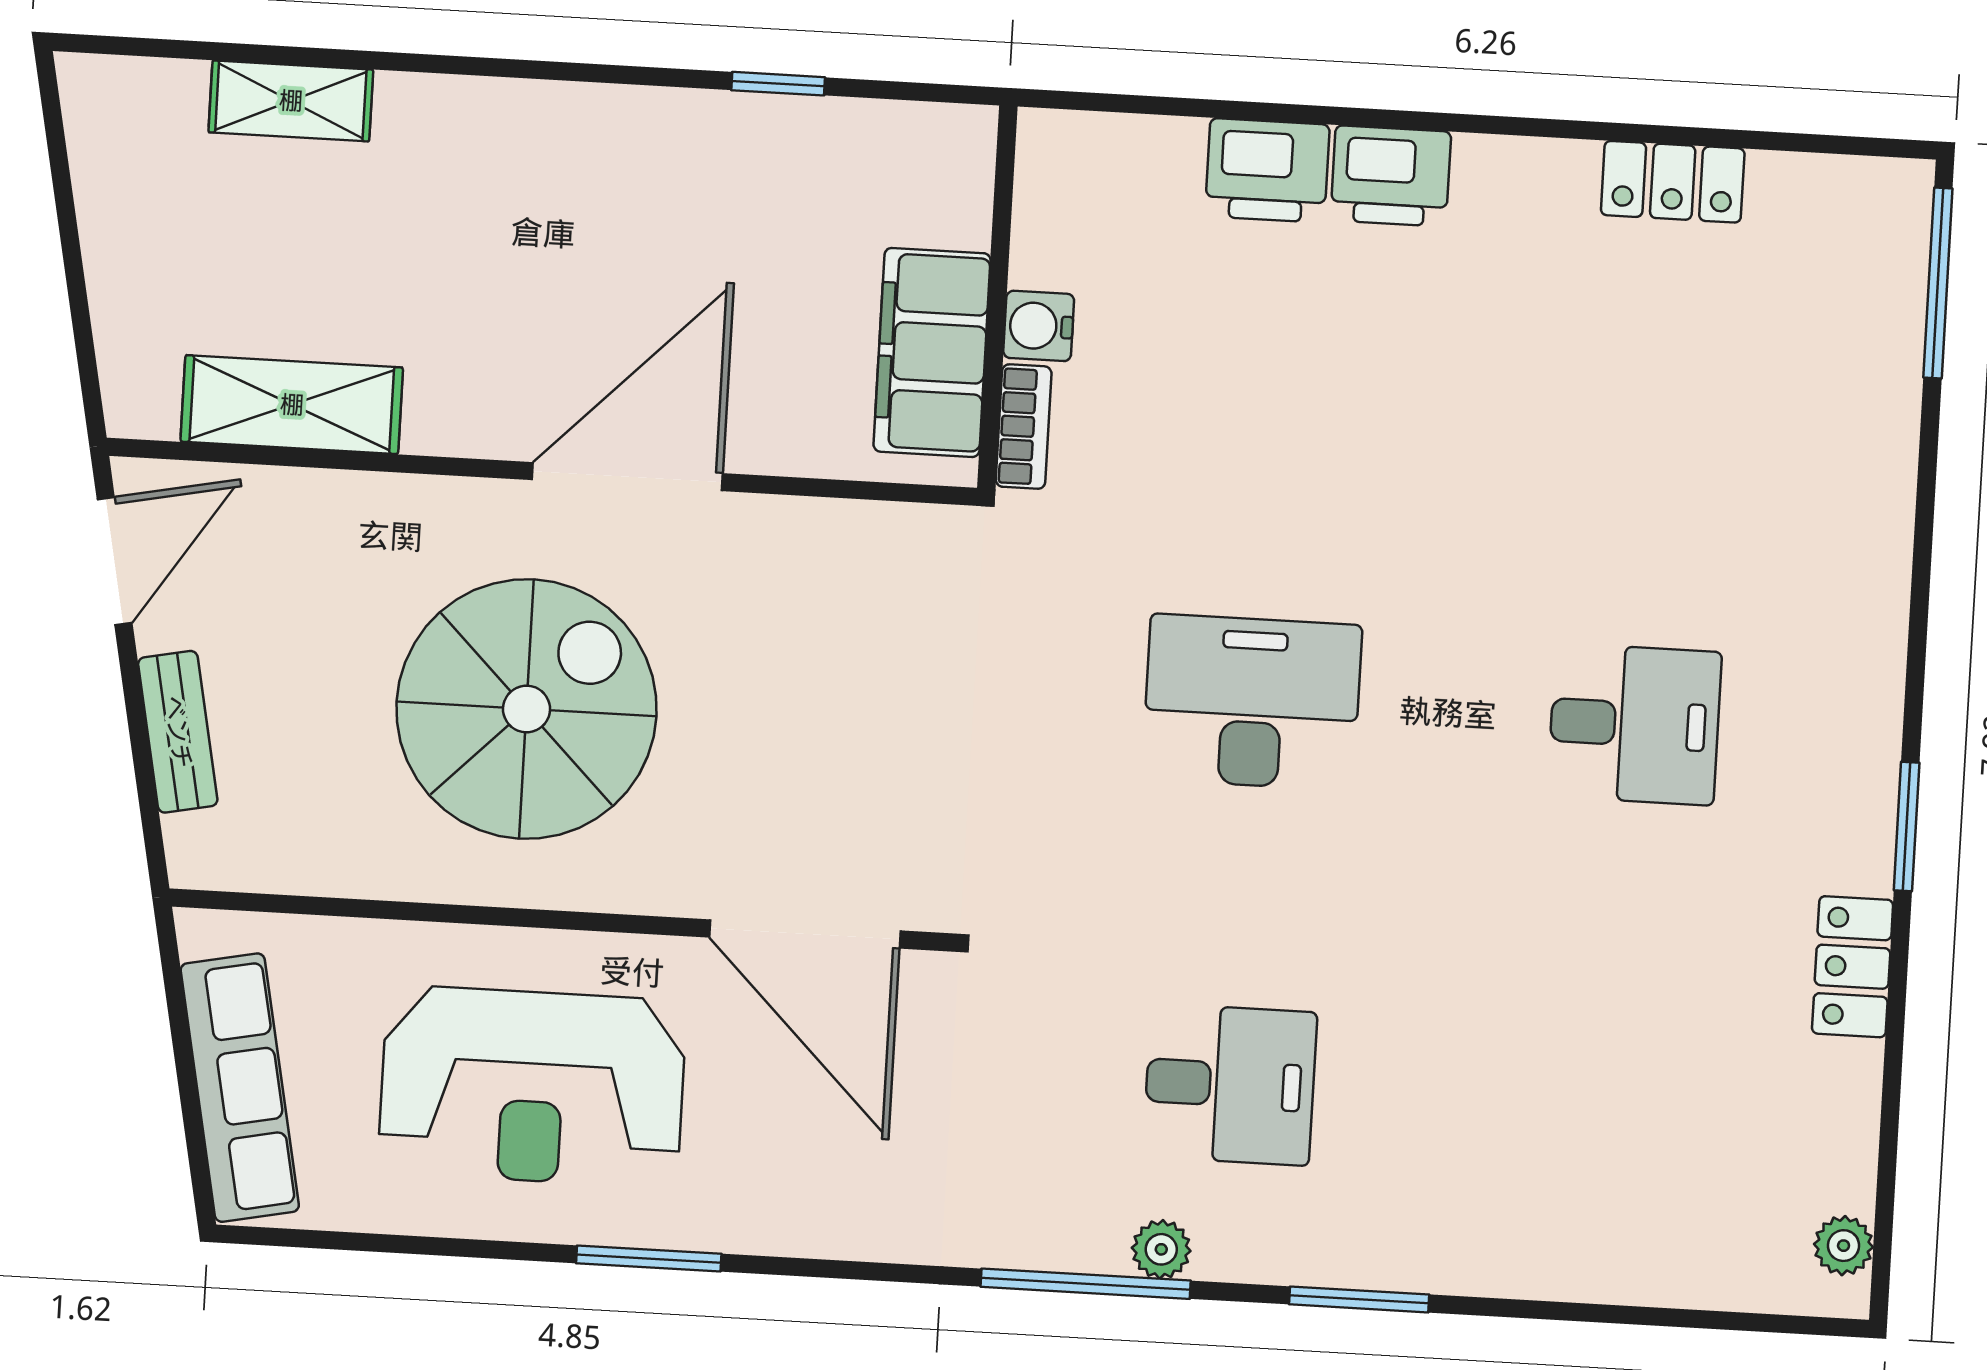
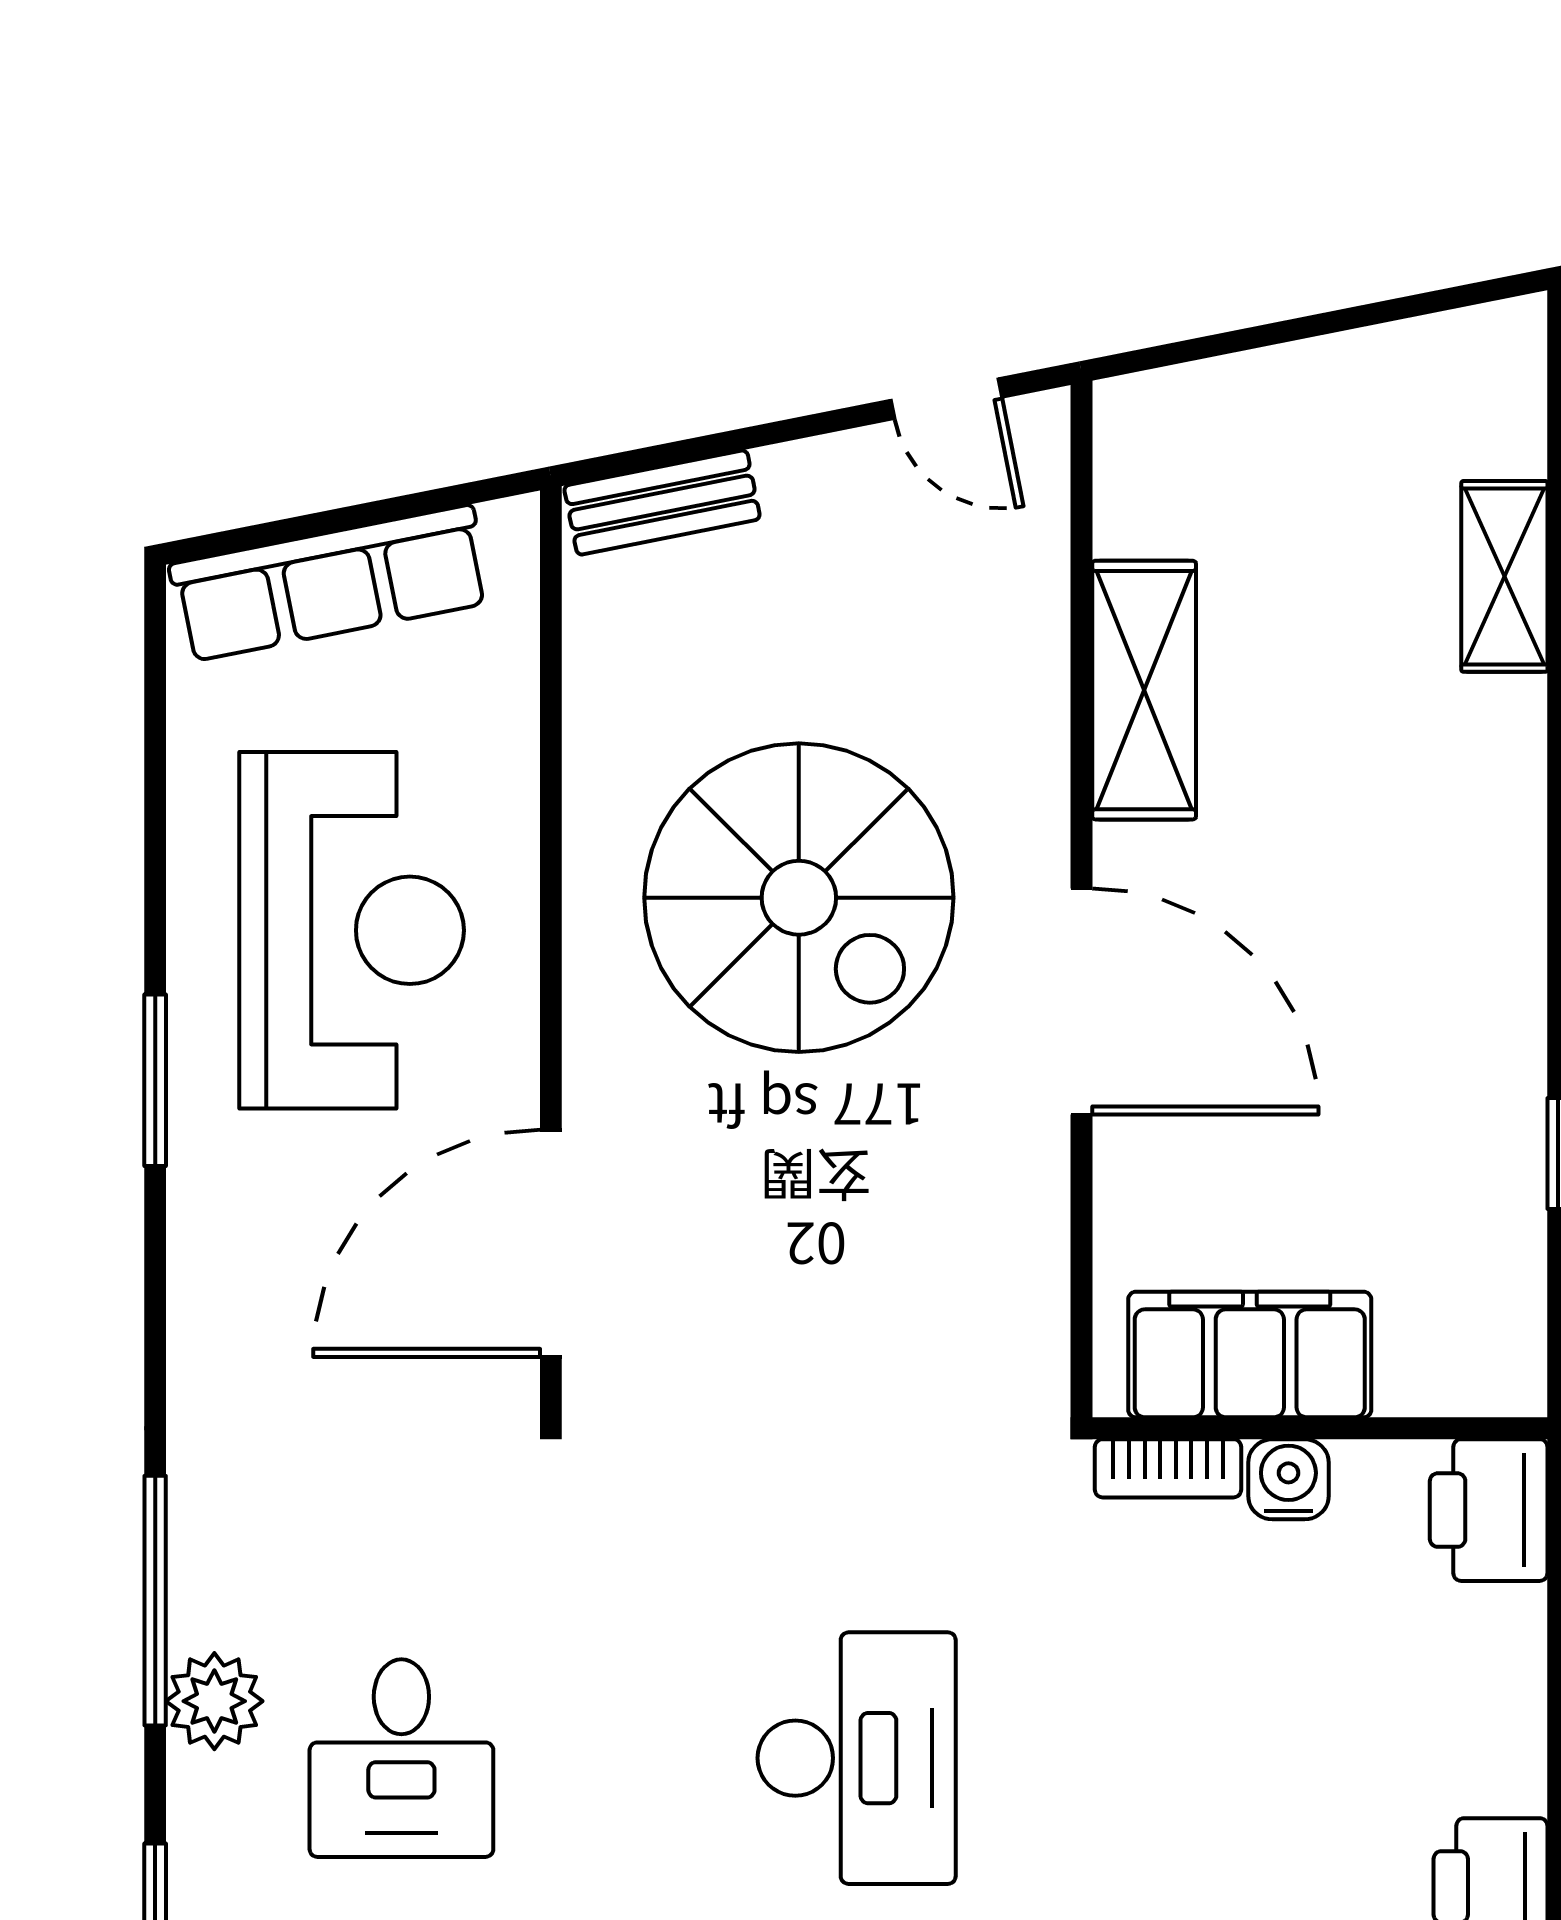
printer: (1267, 170) -> (1489, 1510), moved
shelving: (292, 405) -> (1144, 690), moved
door: (115, 561) -> (946, 399), width x0.73
bench: (178, 732) -> (662, 502), moved
reception desk: (532, 1086) -> (352, 930), turned 180
plant: (1161, 1249) -> (214, 1701), width x1.38, depth x1.38

